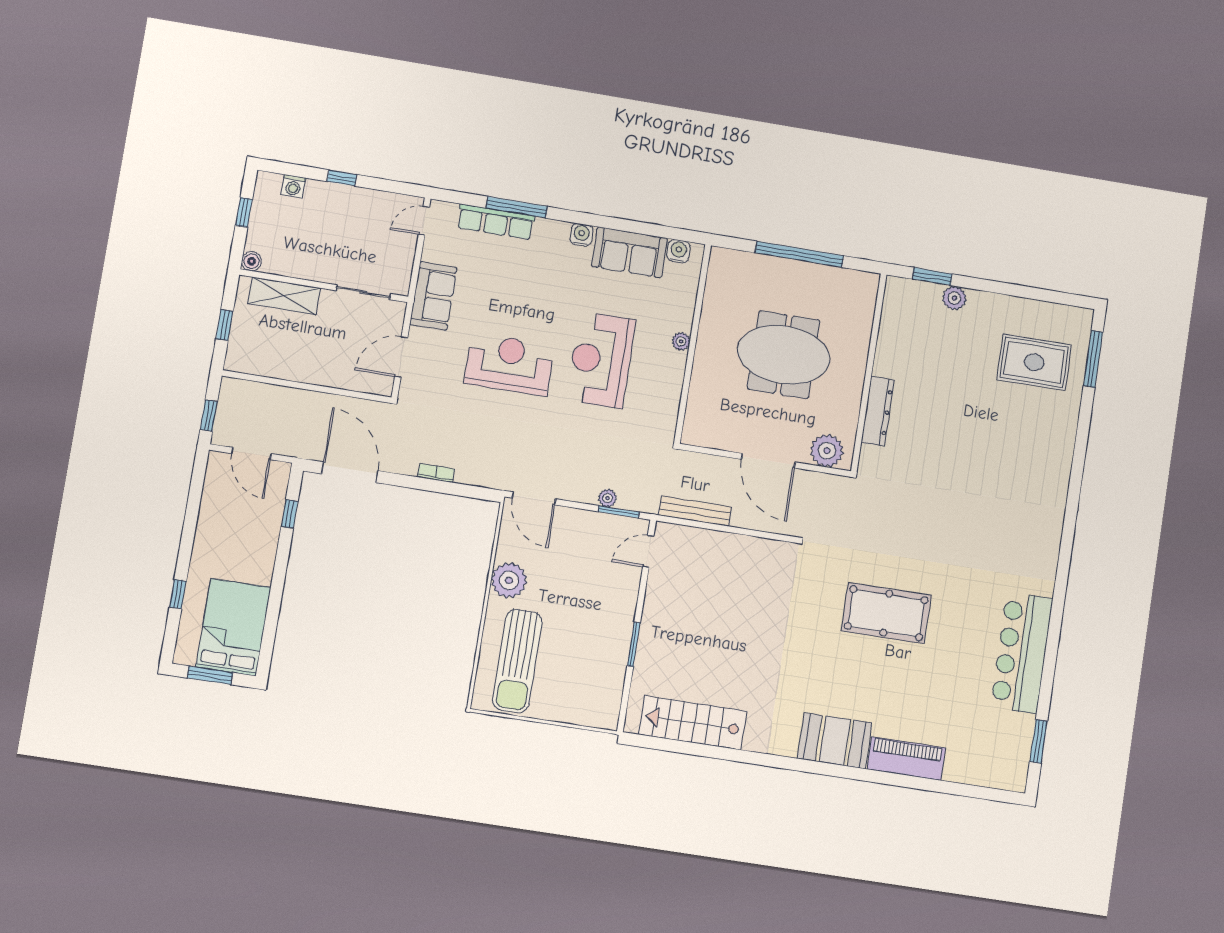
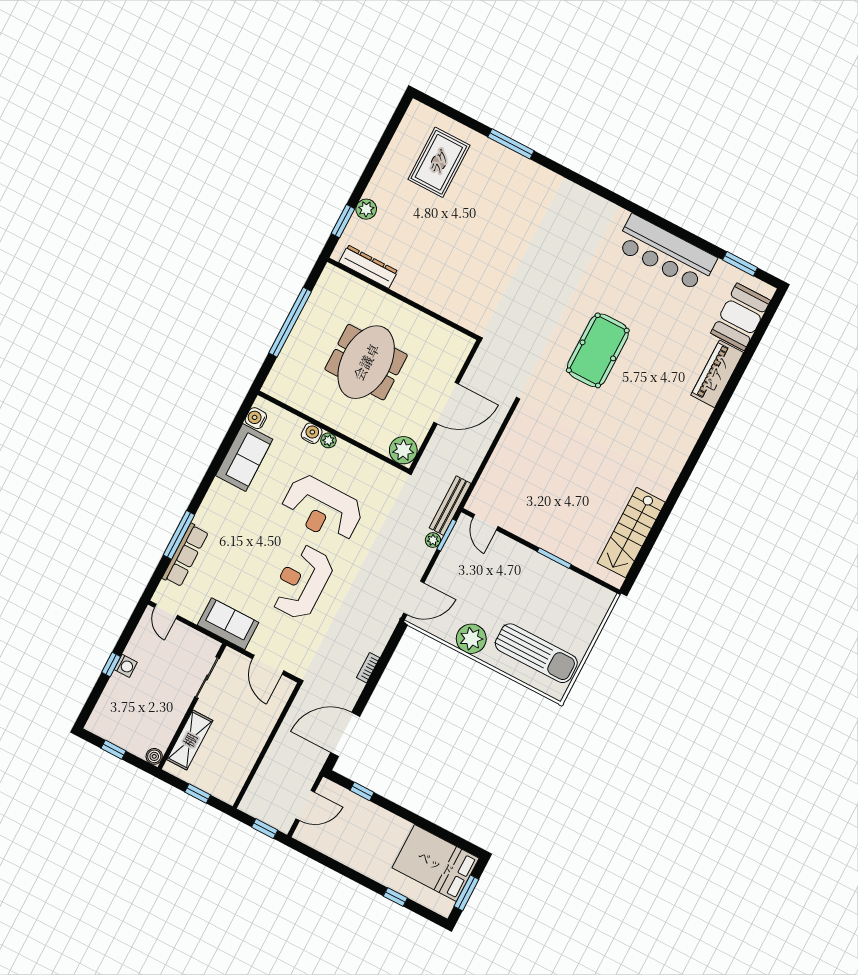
washing machine: (293, 186) -> (126, 666), moved
water cooler: (581, 235) -> (312, 433), moved, turned 90
window: (1093, 359) -> (511, 144), moved
dresser: (878, 411) -> (368, 267), moved
plant: (827, 451) -> (403, 450), moved
bench: (695, 511) -> (450, 506), moved
booth: (835, 741) -> (741, 317), moved

